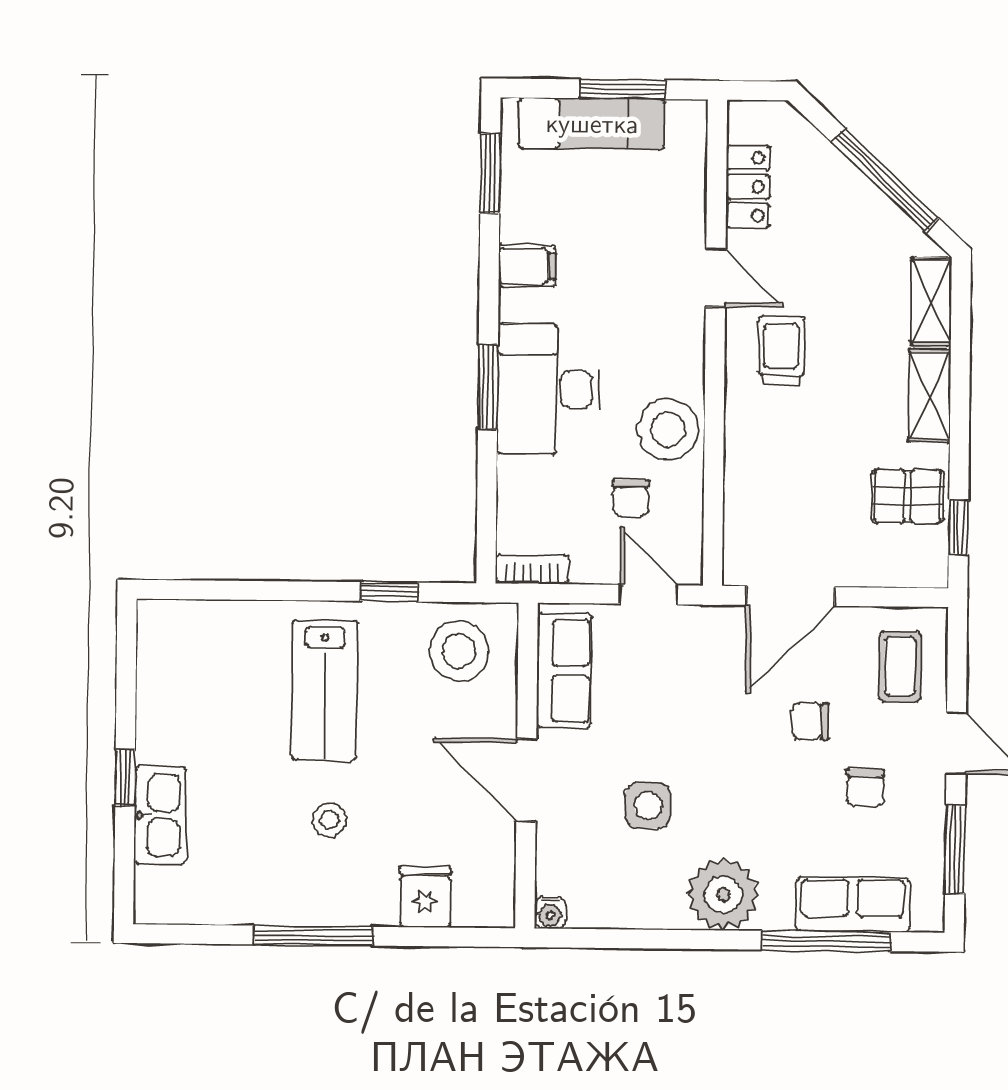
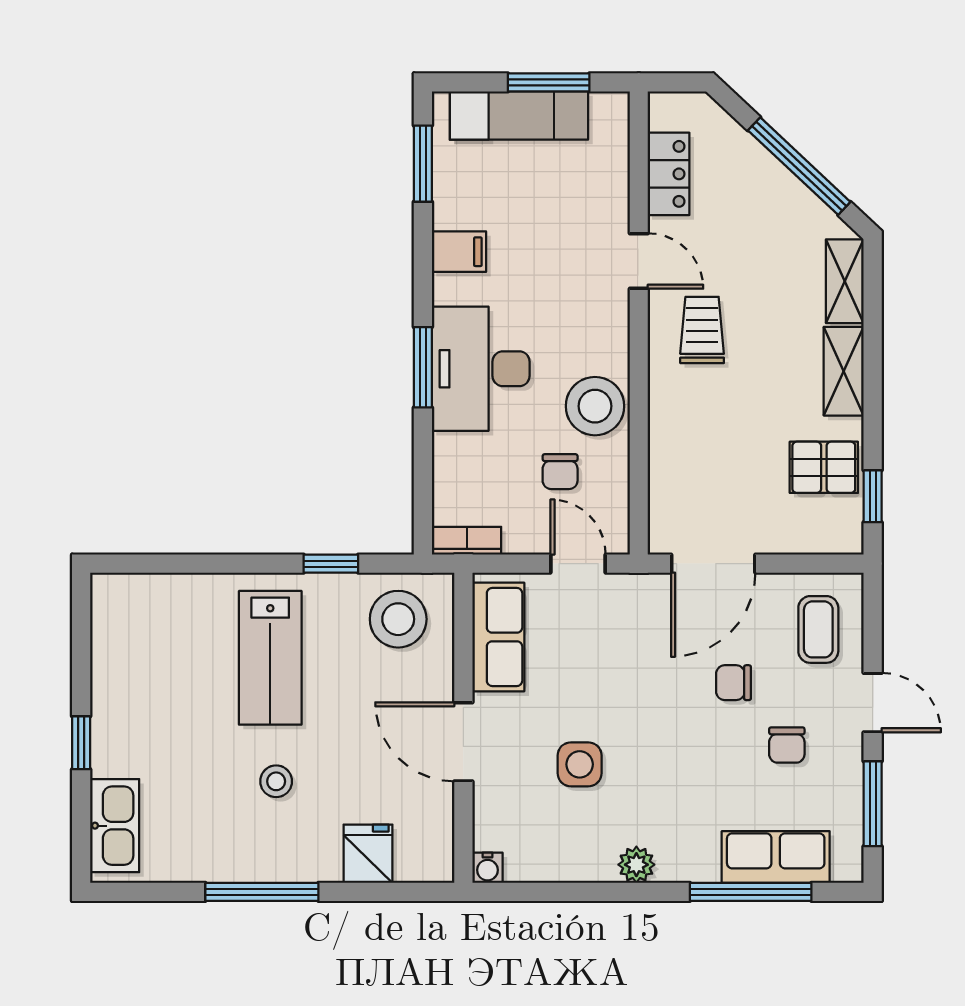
kitchen sink: (160, 815) -> (115, 826), moved
plant: (723, 895) -> (636, 865), width x0.53, depth x0.53

